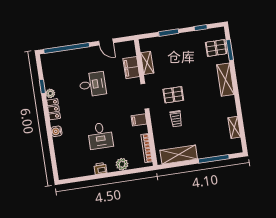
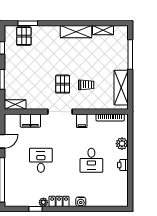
shelving: (147, 63) -> (15, 105), moved
shelving: (225, 80) -> (76, 32), moved
desk: (100, 136) -> (91, 160), turned 90

